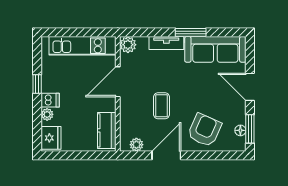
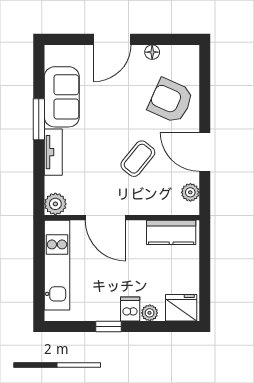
sofa: (215, 49) -> (62, 97), width x0.73
coffee table: (161, 106) -> (138, 159), turned -51
window: (250, 129) -> (169, 39), removed
floor lamp: (240, 130) -> (152, 52), moved

